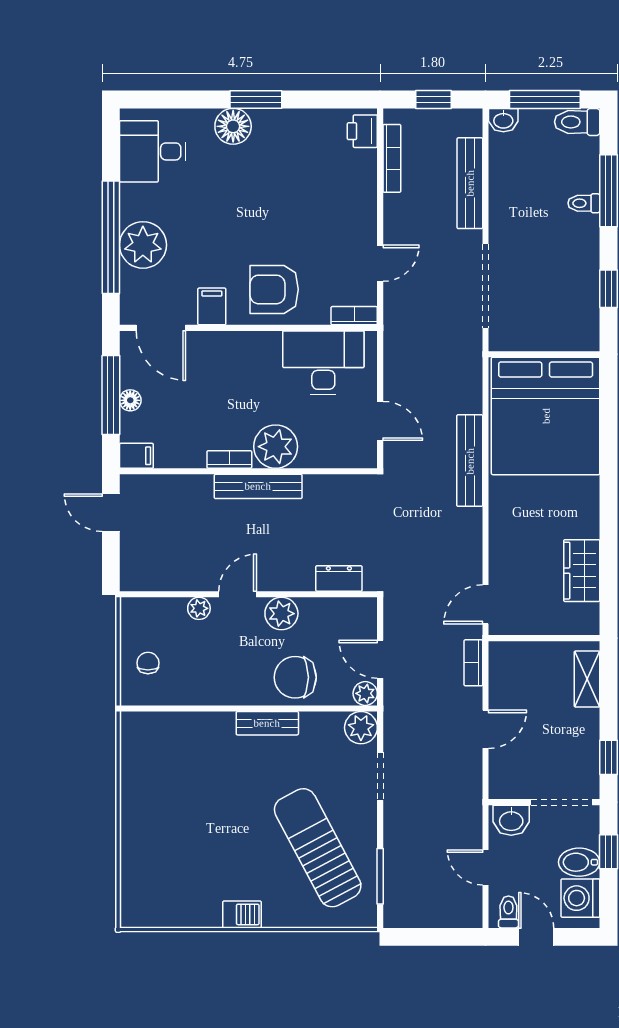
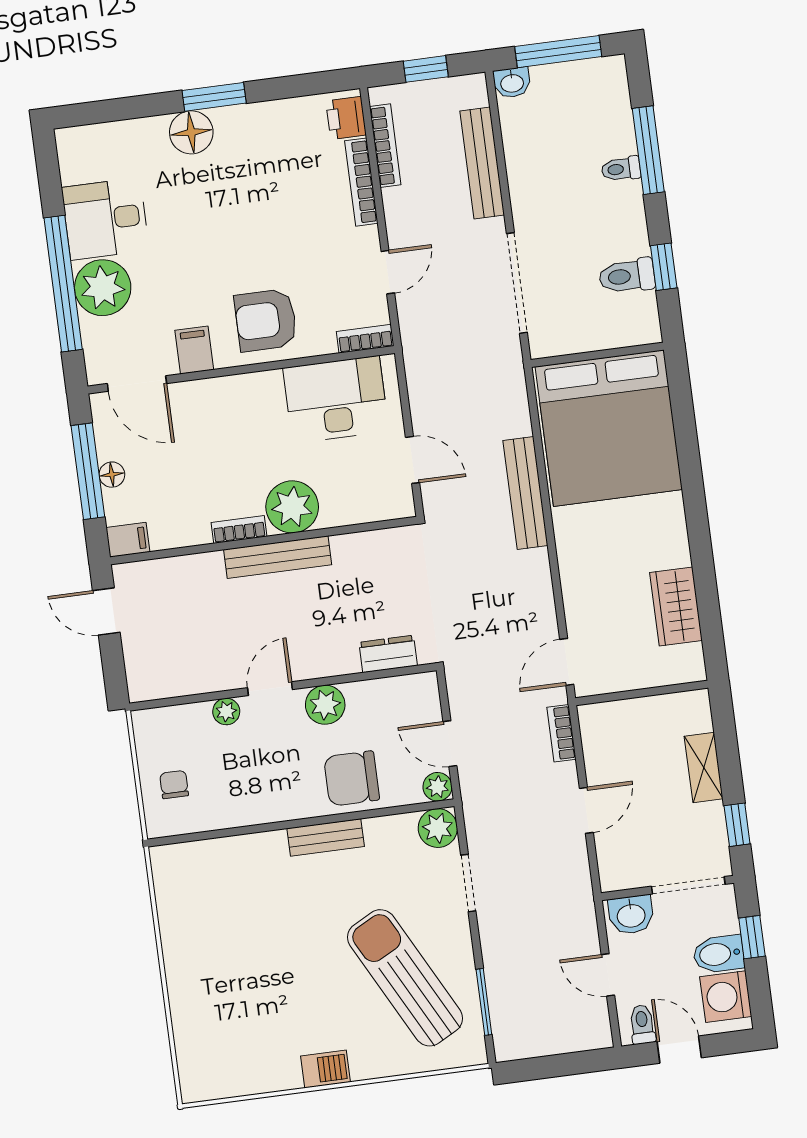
toilet: (577, 122) -> (627, 276), moved
desk: (153, 151) -> (105, 219), moved
bookcase: (368, 186) -> (361, 182), added
shelving: (587, 679) -> (704, 768), moved

